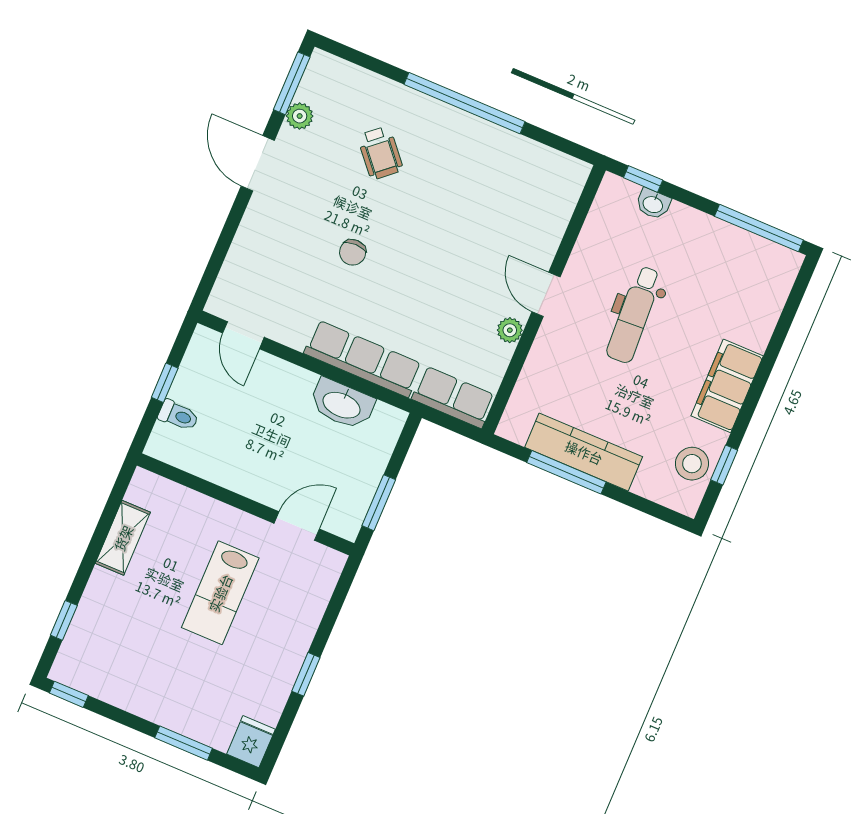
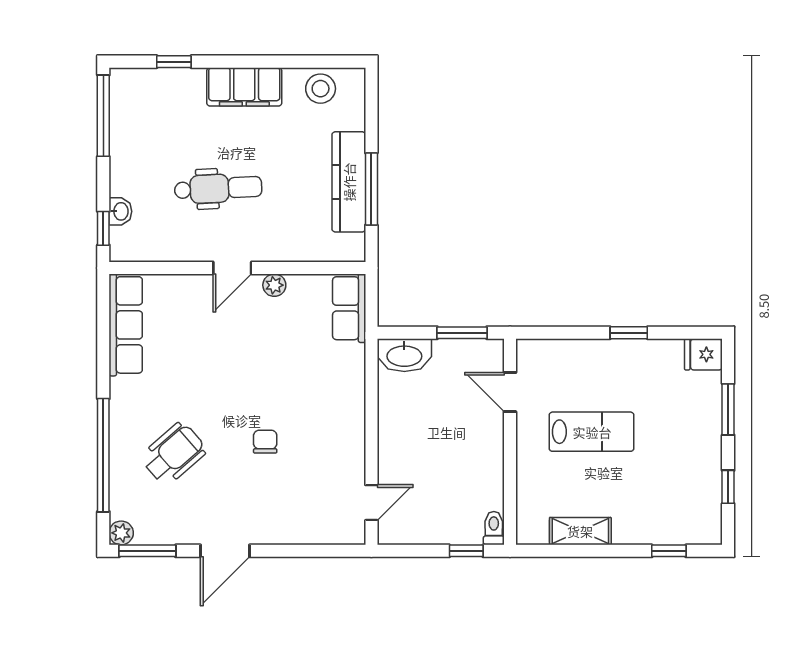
window: (464, 103) -> (103, 455), moved
plant: (300, 116) -> (121, 533), moved
wheelchair: (380, 153) -> (174, 454), width x1.36, depth x1.37
chair: (353, 252) -> (265, 442), turned -90
row of seats: (363, 359) -> (126, 325), moved, turned 180
window: (165, 383) -> (466, 551), moved
washbasin: (342, 404) -> (404, 355), moved, turned 90
toilet: (178, 415) -> (494, 528), moved
window: (724, 465) -> (174, 62), moved
window: (69, 694) -> (728, 487), moved

